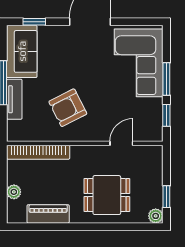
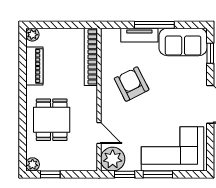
plant: (150, 128) -> (113, 159), added
plant: (14, 192) -> (32, 35), moved

